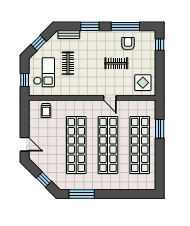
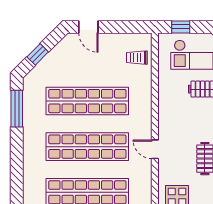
door: (110, 98) -> (155, 149), hinge flipped
door: (25, 144) -> (88, 27), hinge flipped

